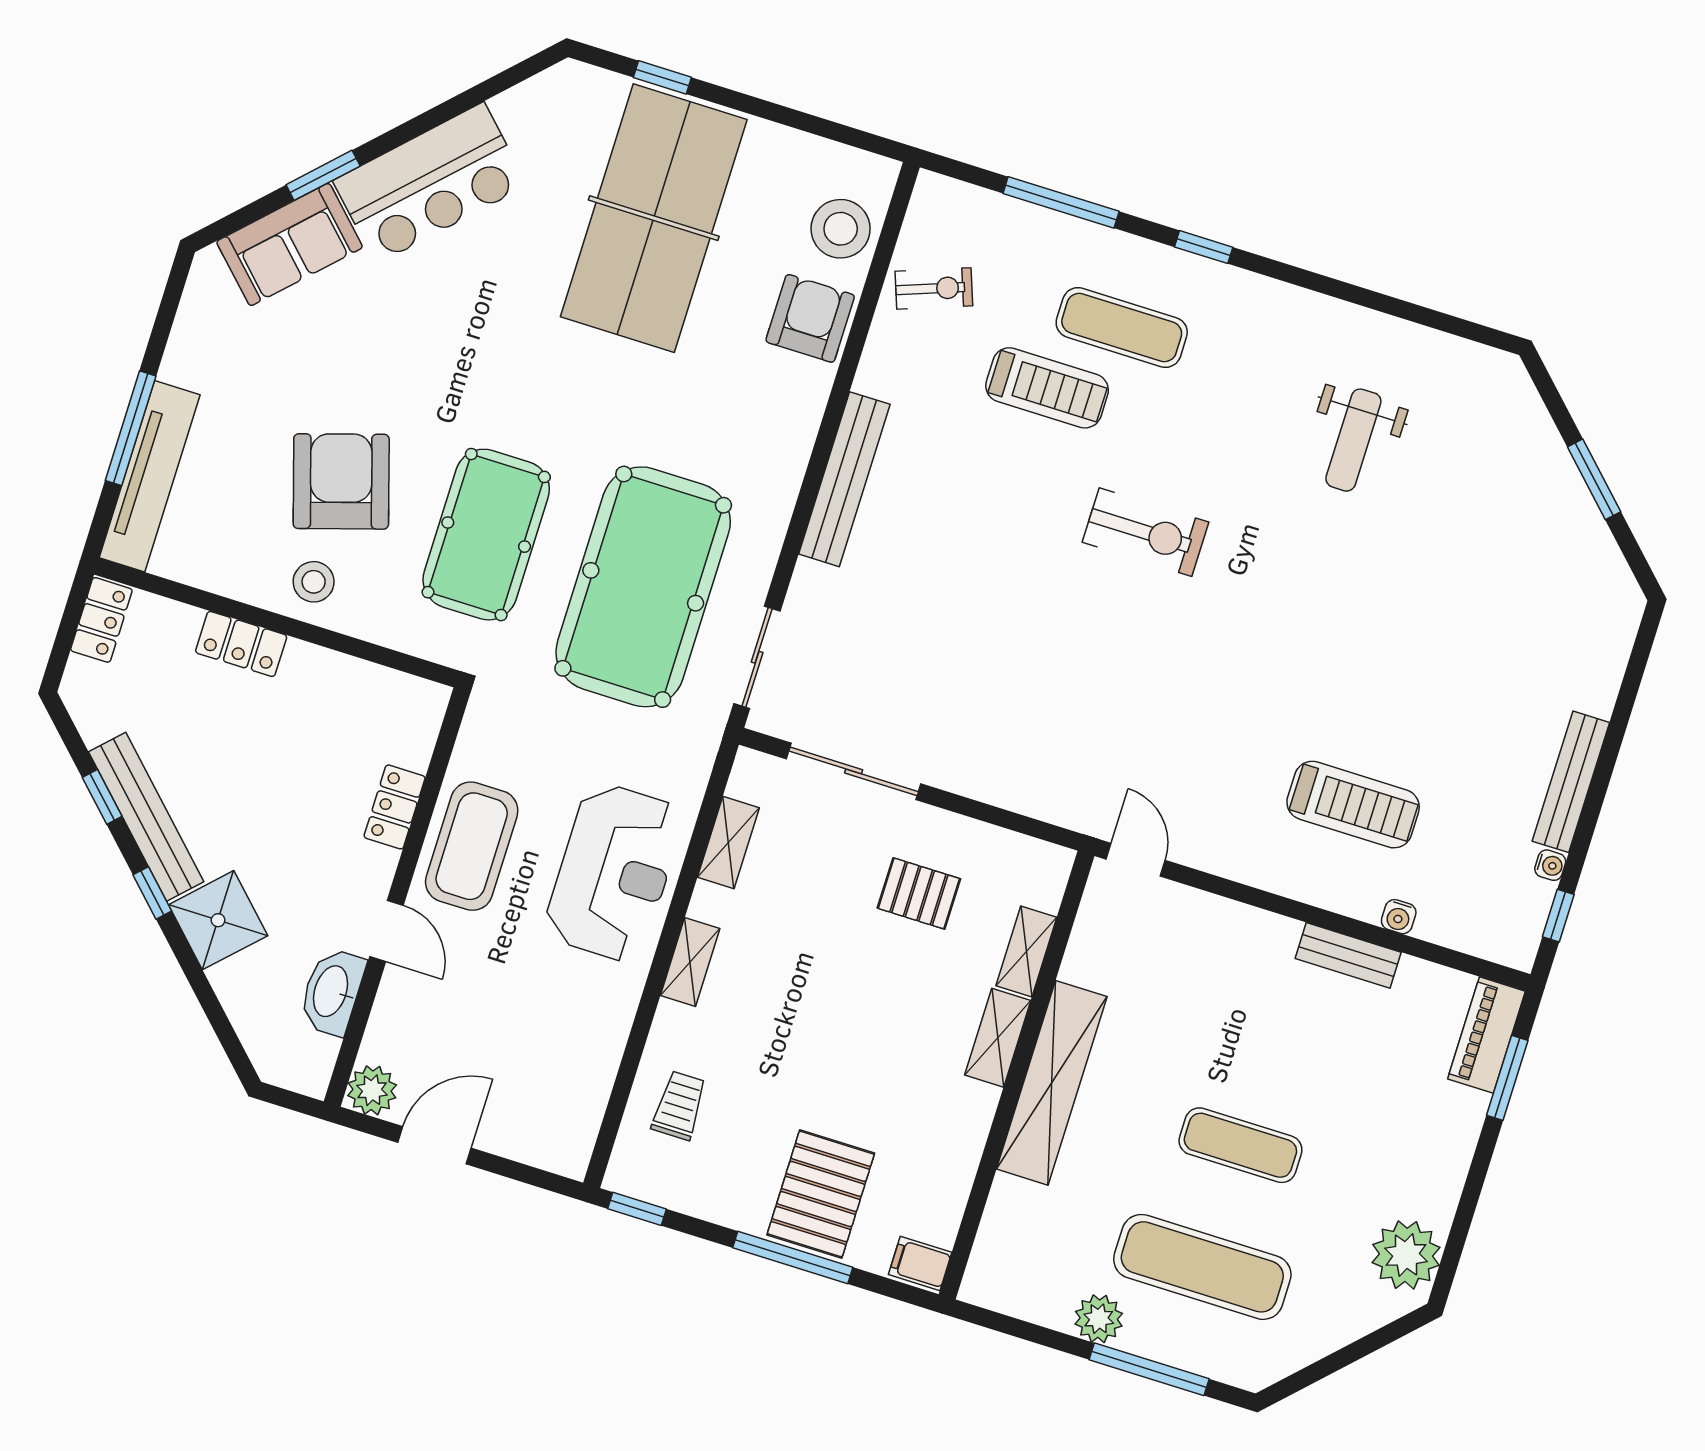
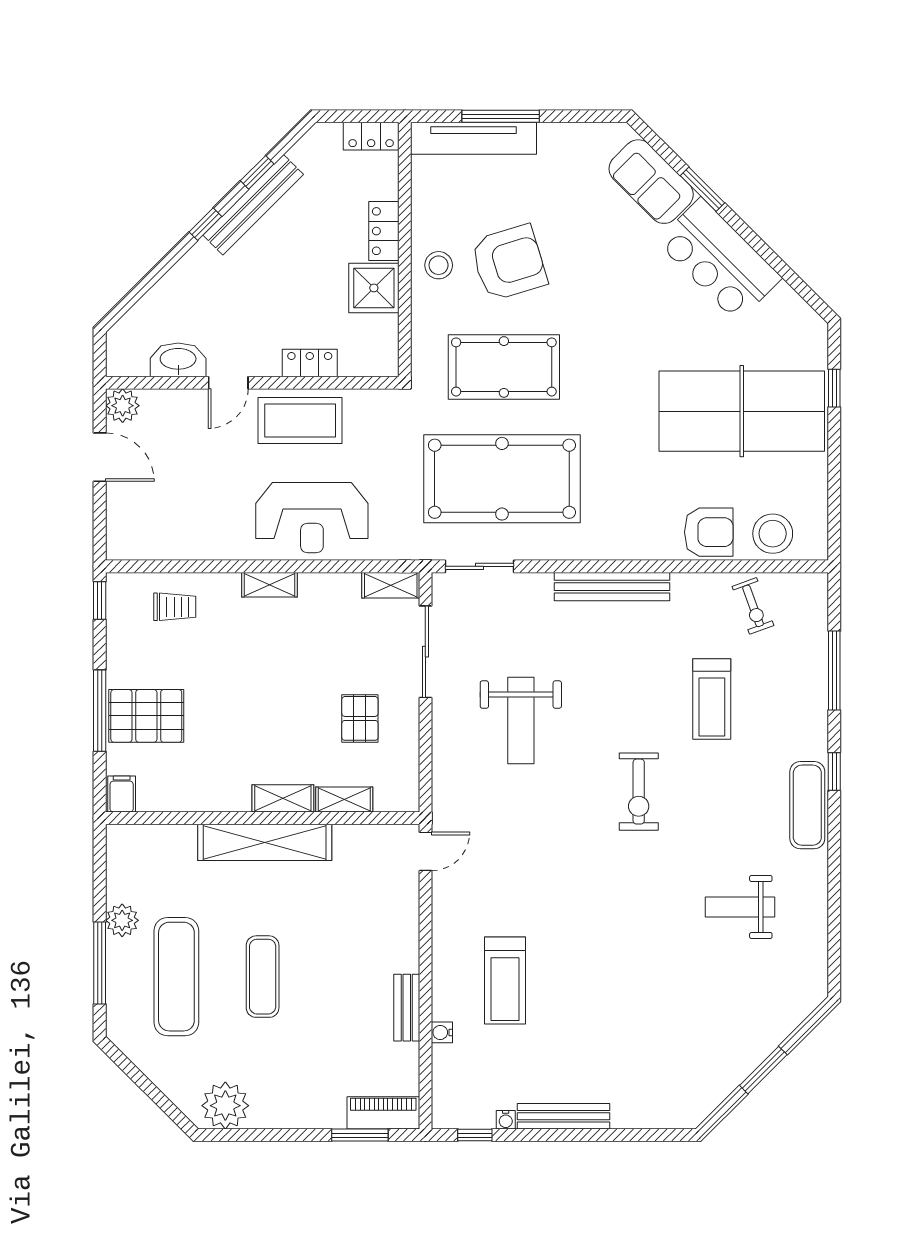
exercise mat: (1122, 328) -> (807, 805), moved
weight bench: (993, 667) -> (521, 721), added
shelving: (728, 842) -> (391, 585), moved
shower: (218, 920) -> (374, 288), moved, turned 45

